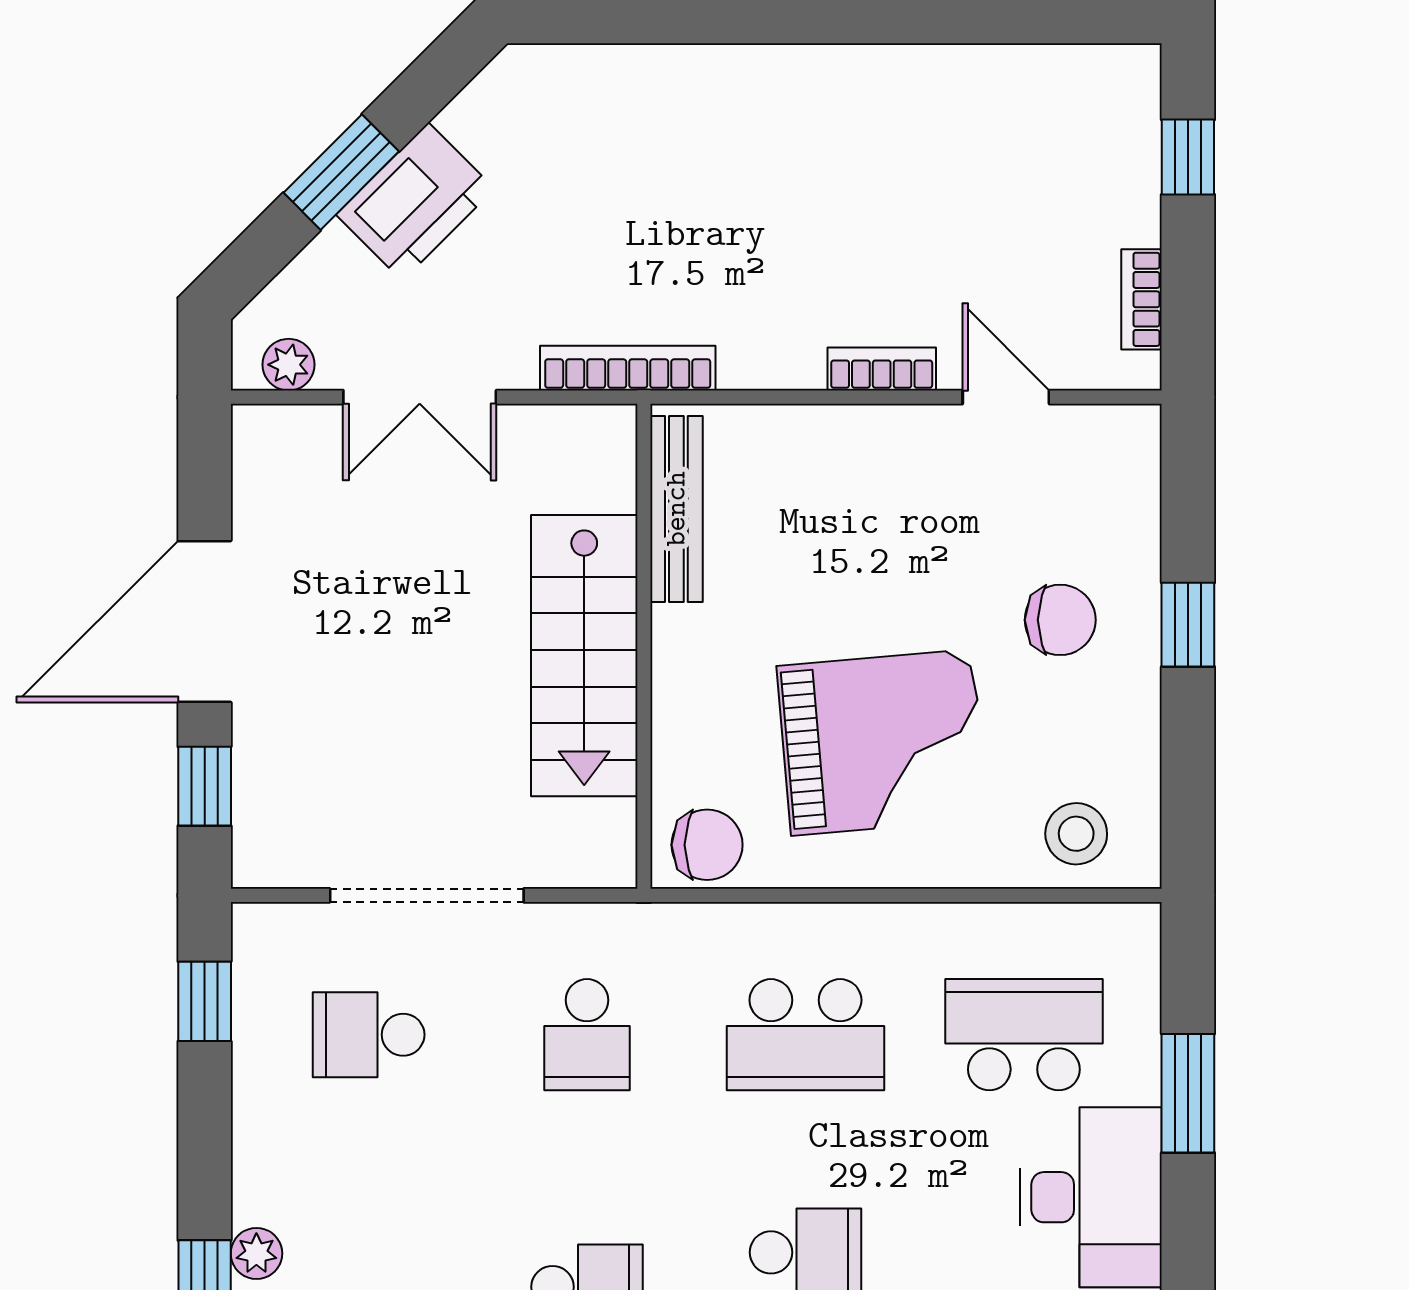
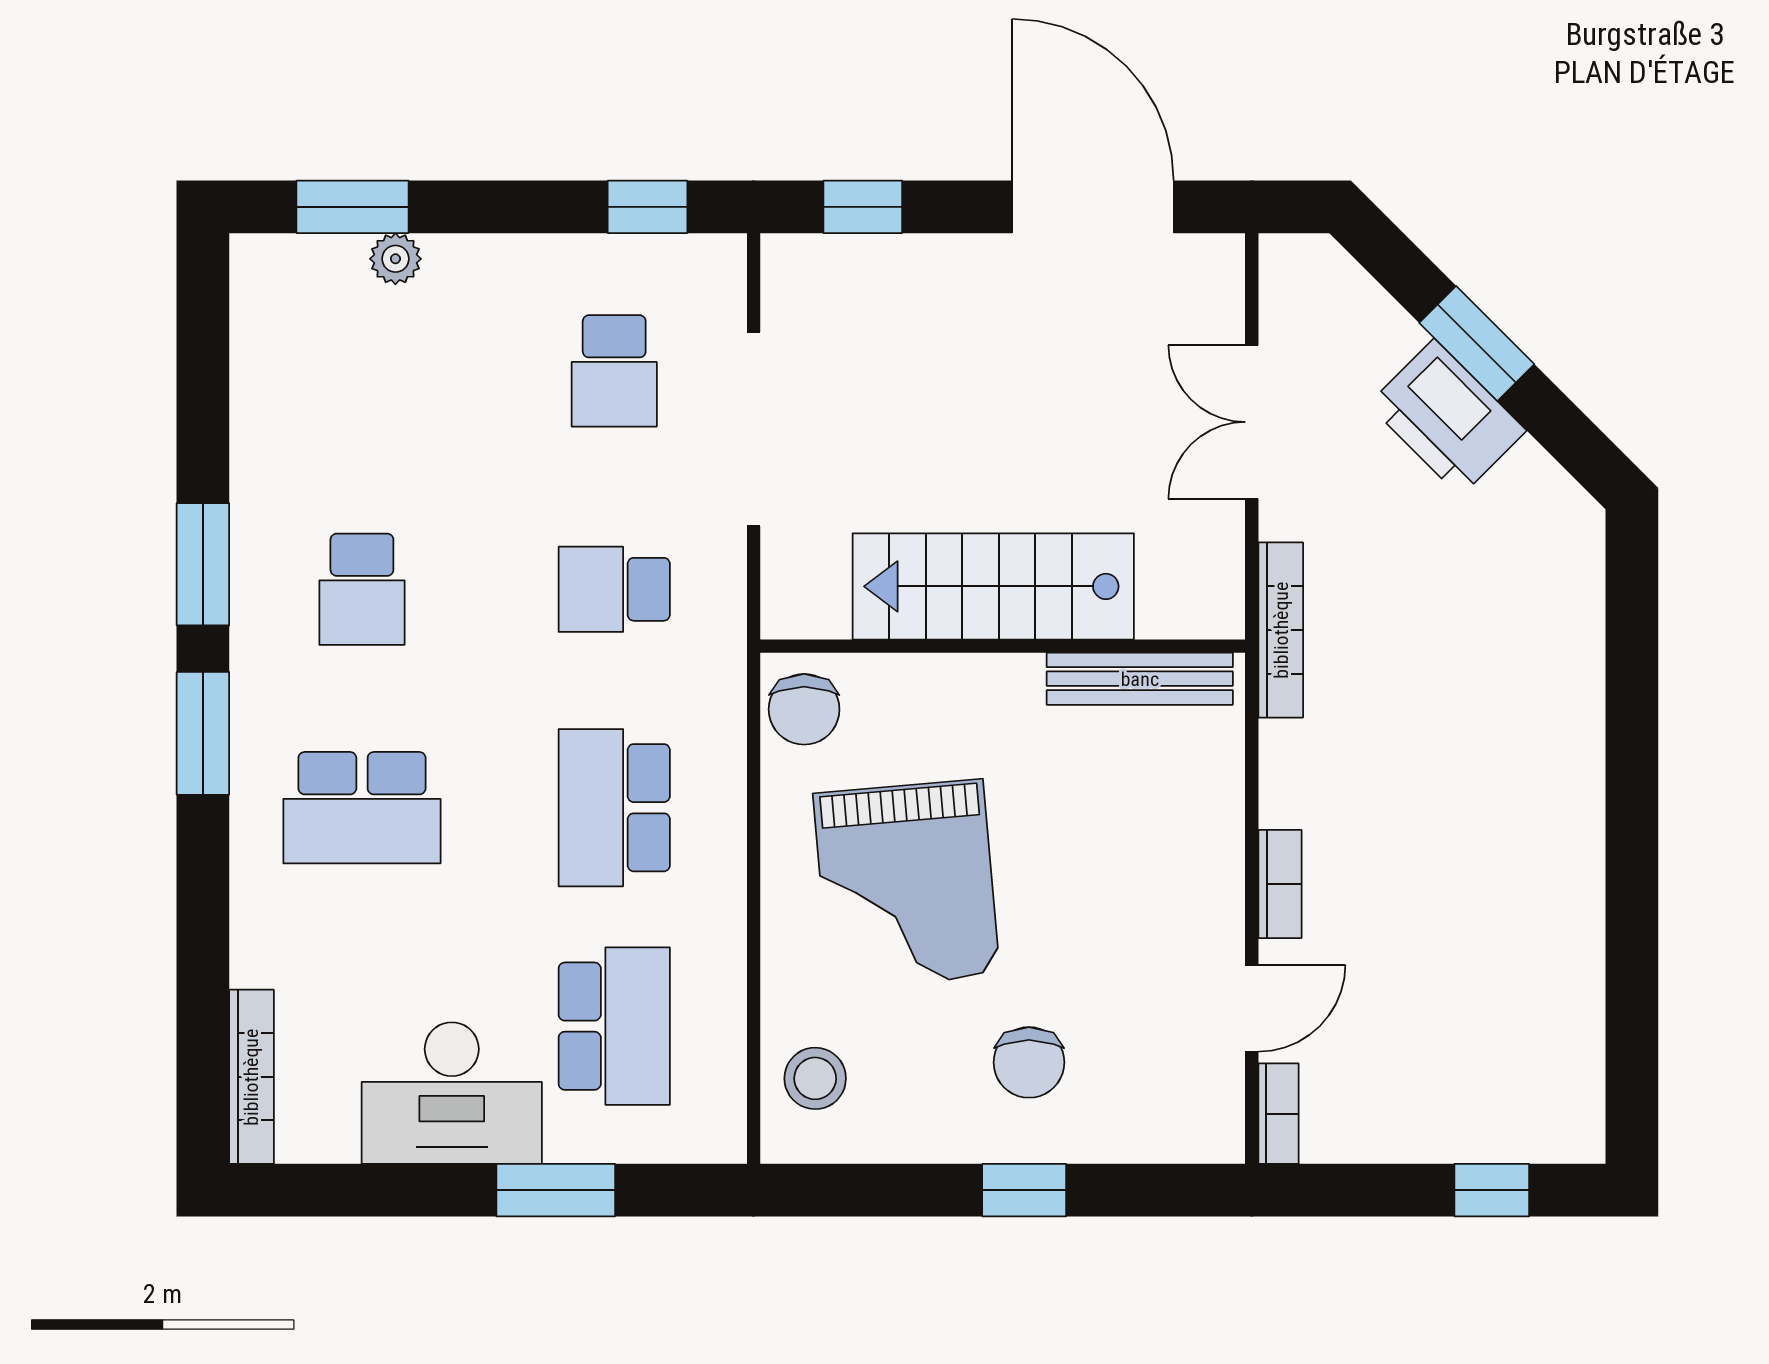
bookcase: (1142, 299) -> (1278, 1114), moved, turned 90
plant: (289, 365) -> (1284, 291), removed
door: (205, 622) -> (1093, 207), moved
school desk: (369, 1035) -> (614, 371), turned 180

